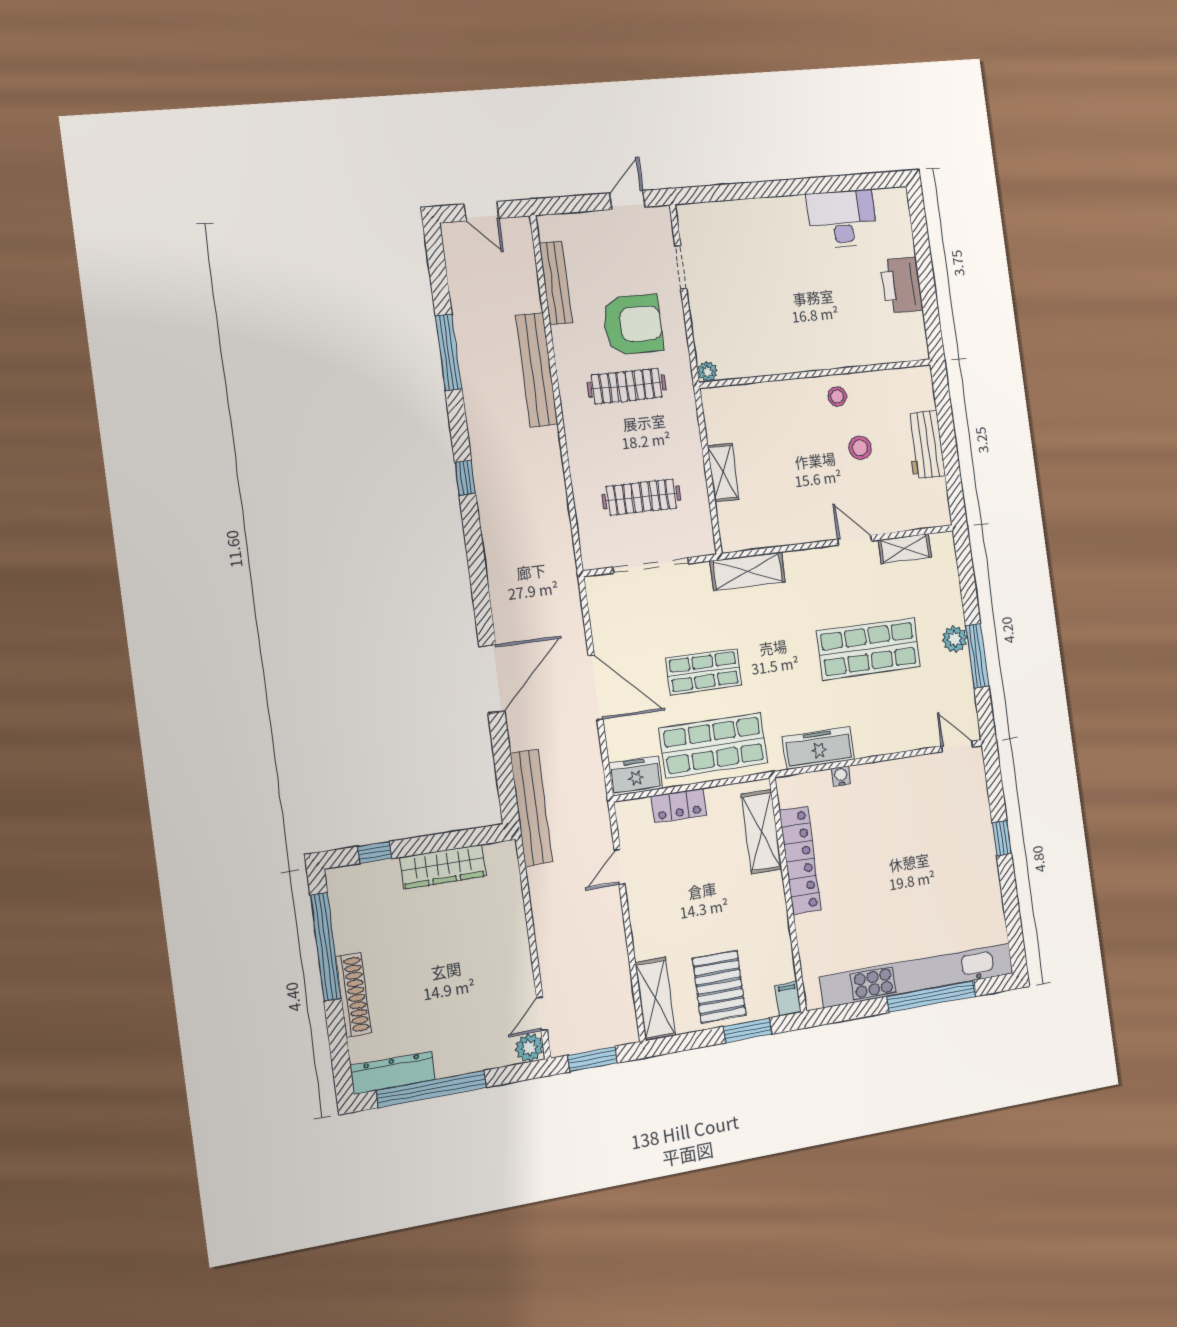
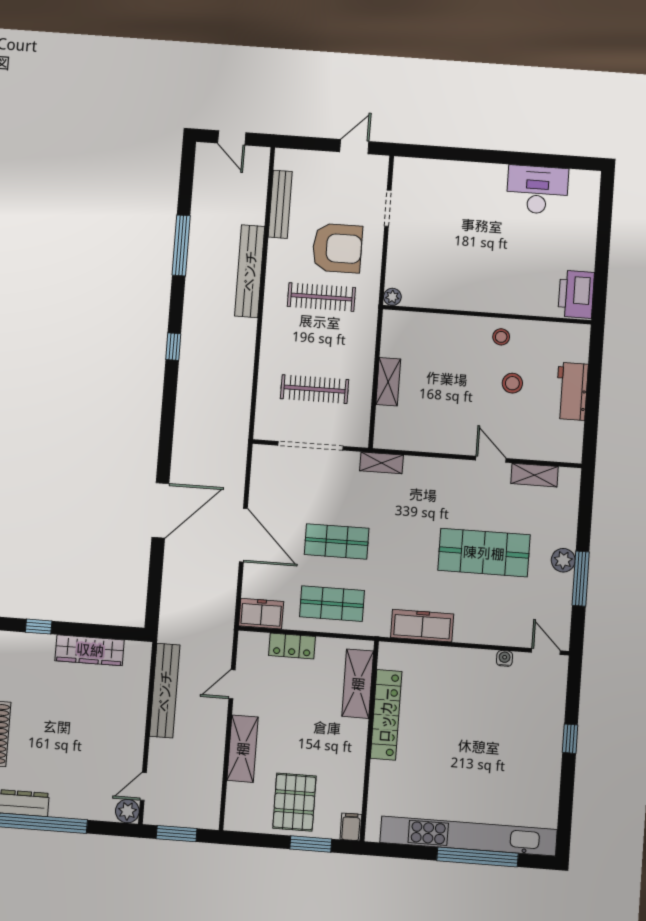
printer: (902, 285) -> (576, 294), moved
shelving: (748, 571) -> (381, 463), width x0.67, depth x0.75
shop shelf: (714, 745) -> (332, 604), width x0.70, depth x0.74
water cooler: (841, 776) -> (504, 658), moved
bench: (531, 808) -> (165, 691), moved
shelving: (655, 999) -> (243, 749), moved

